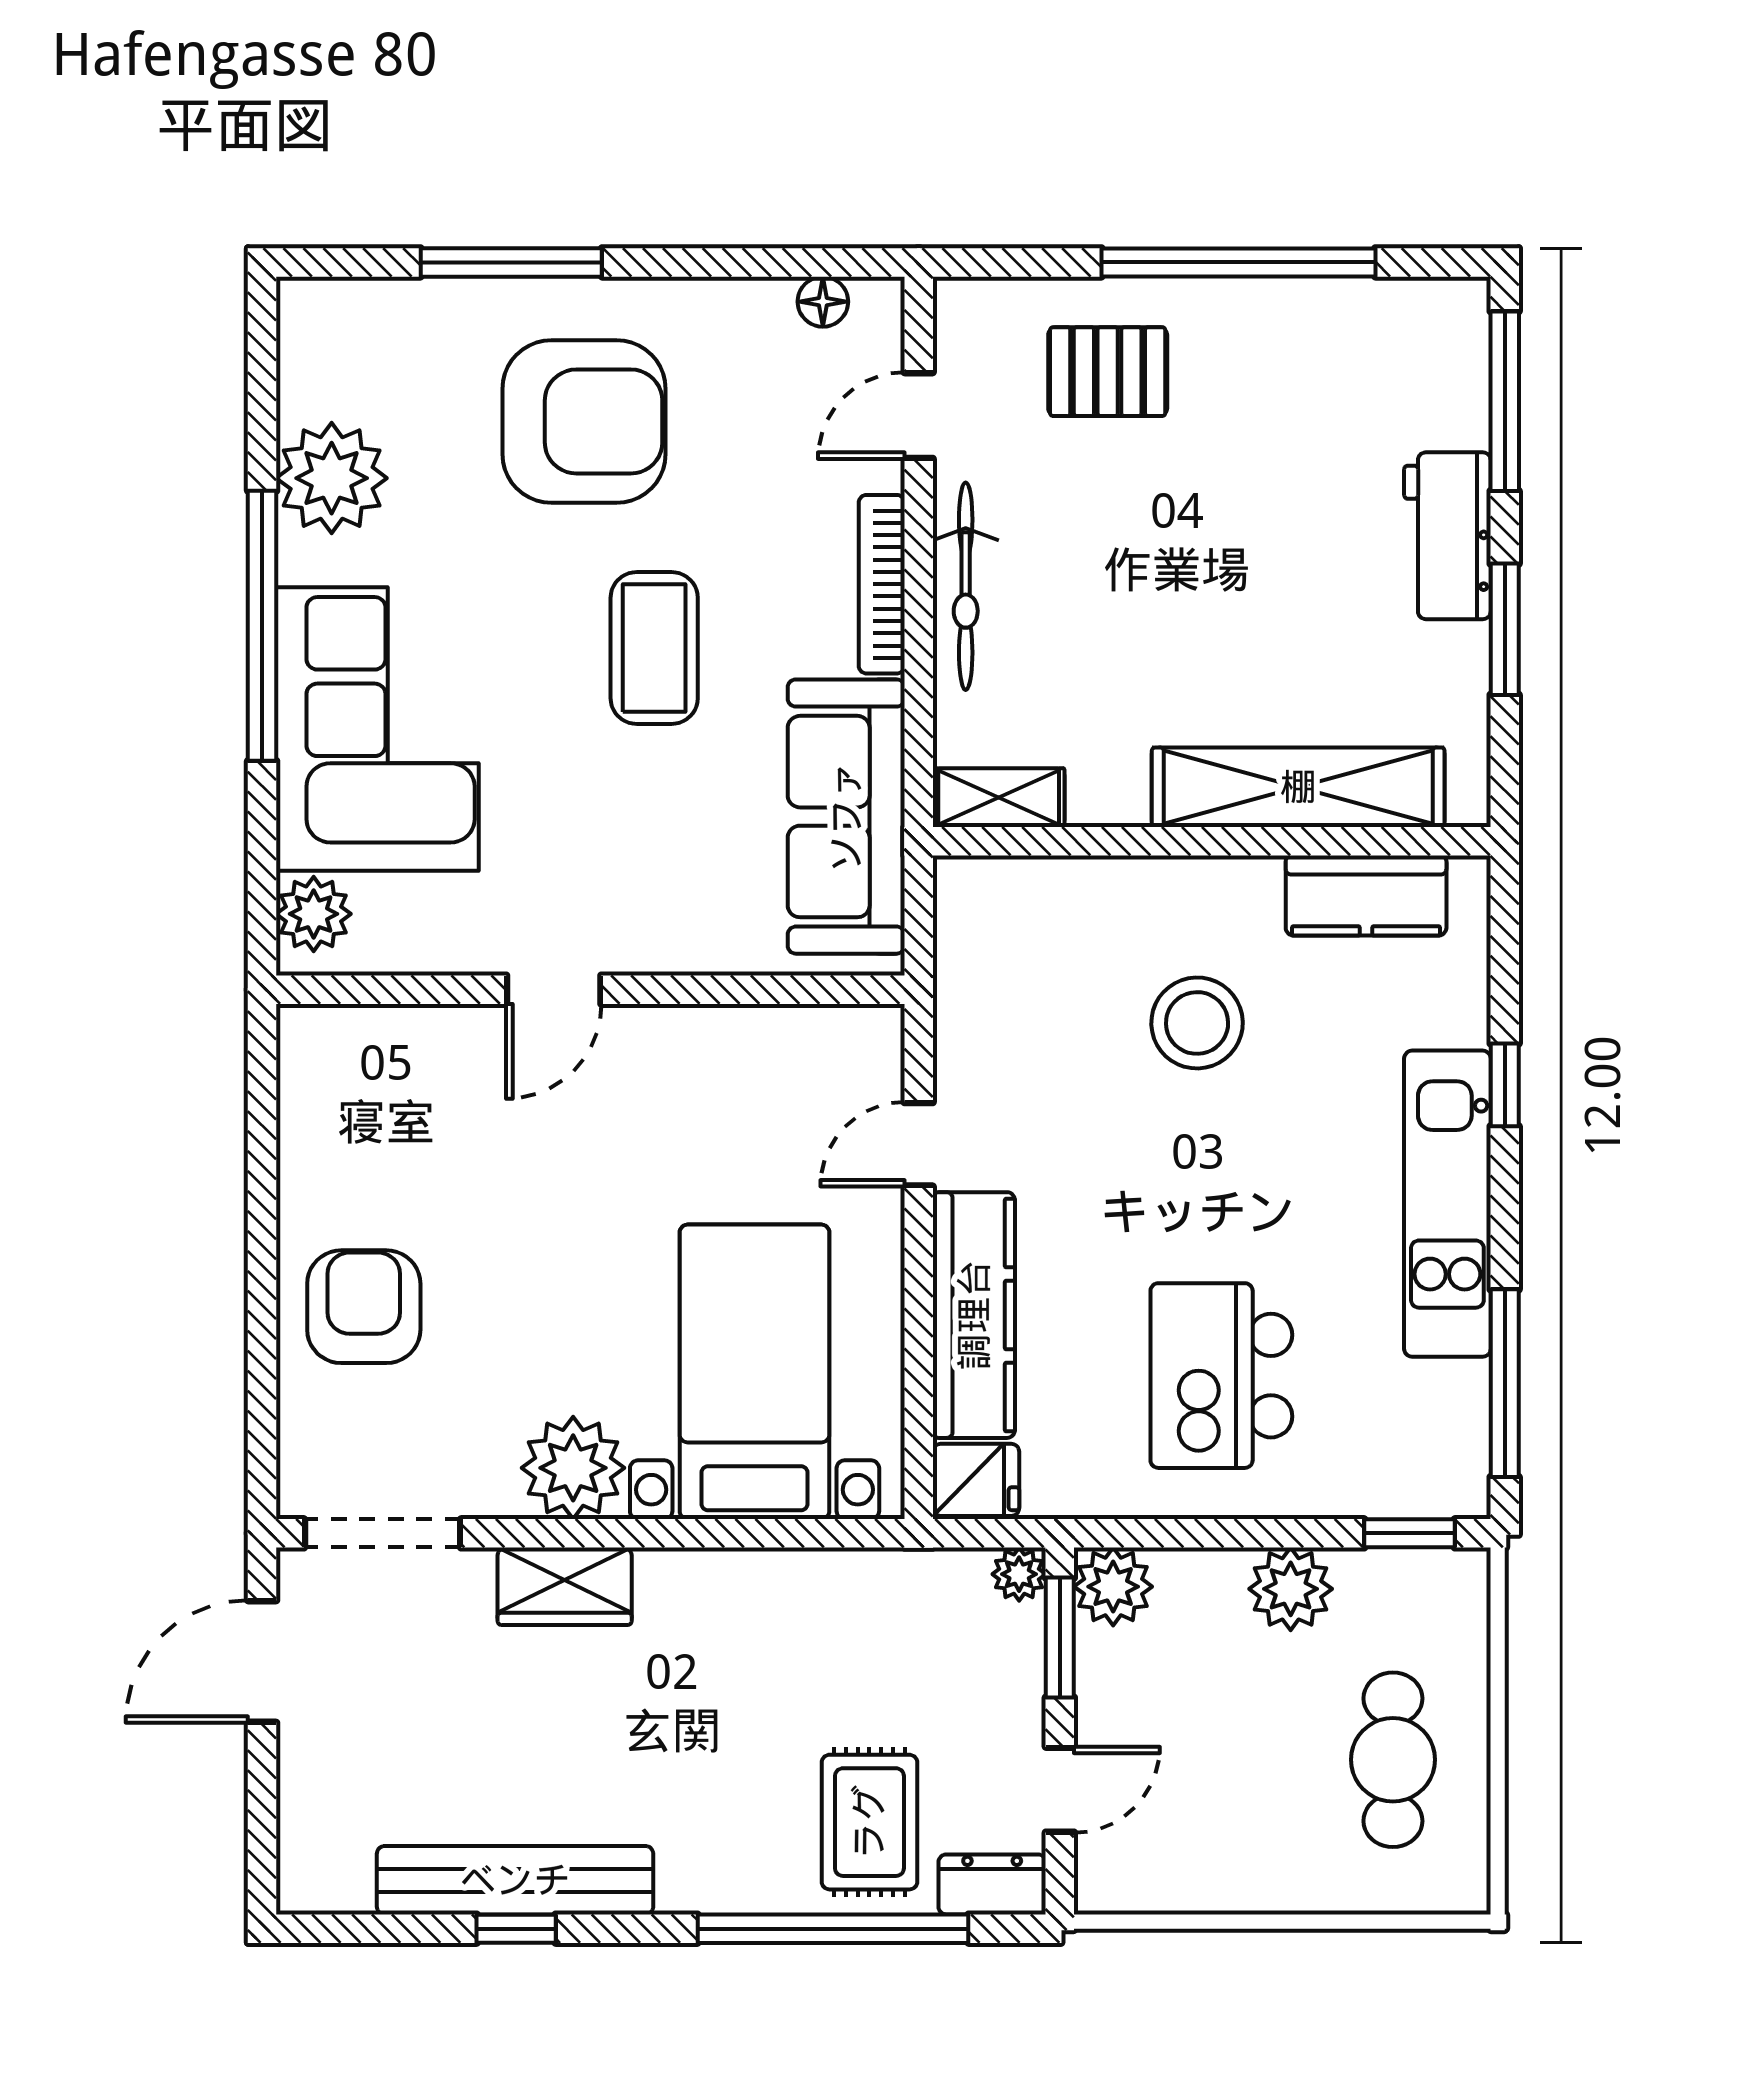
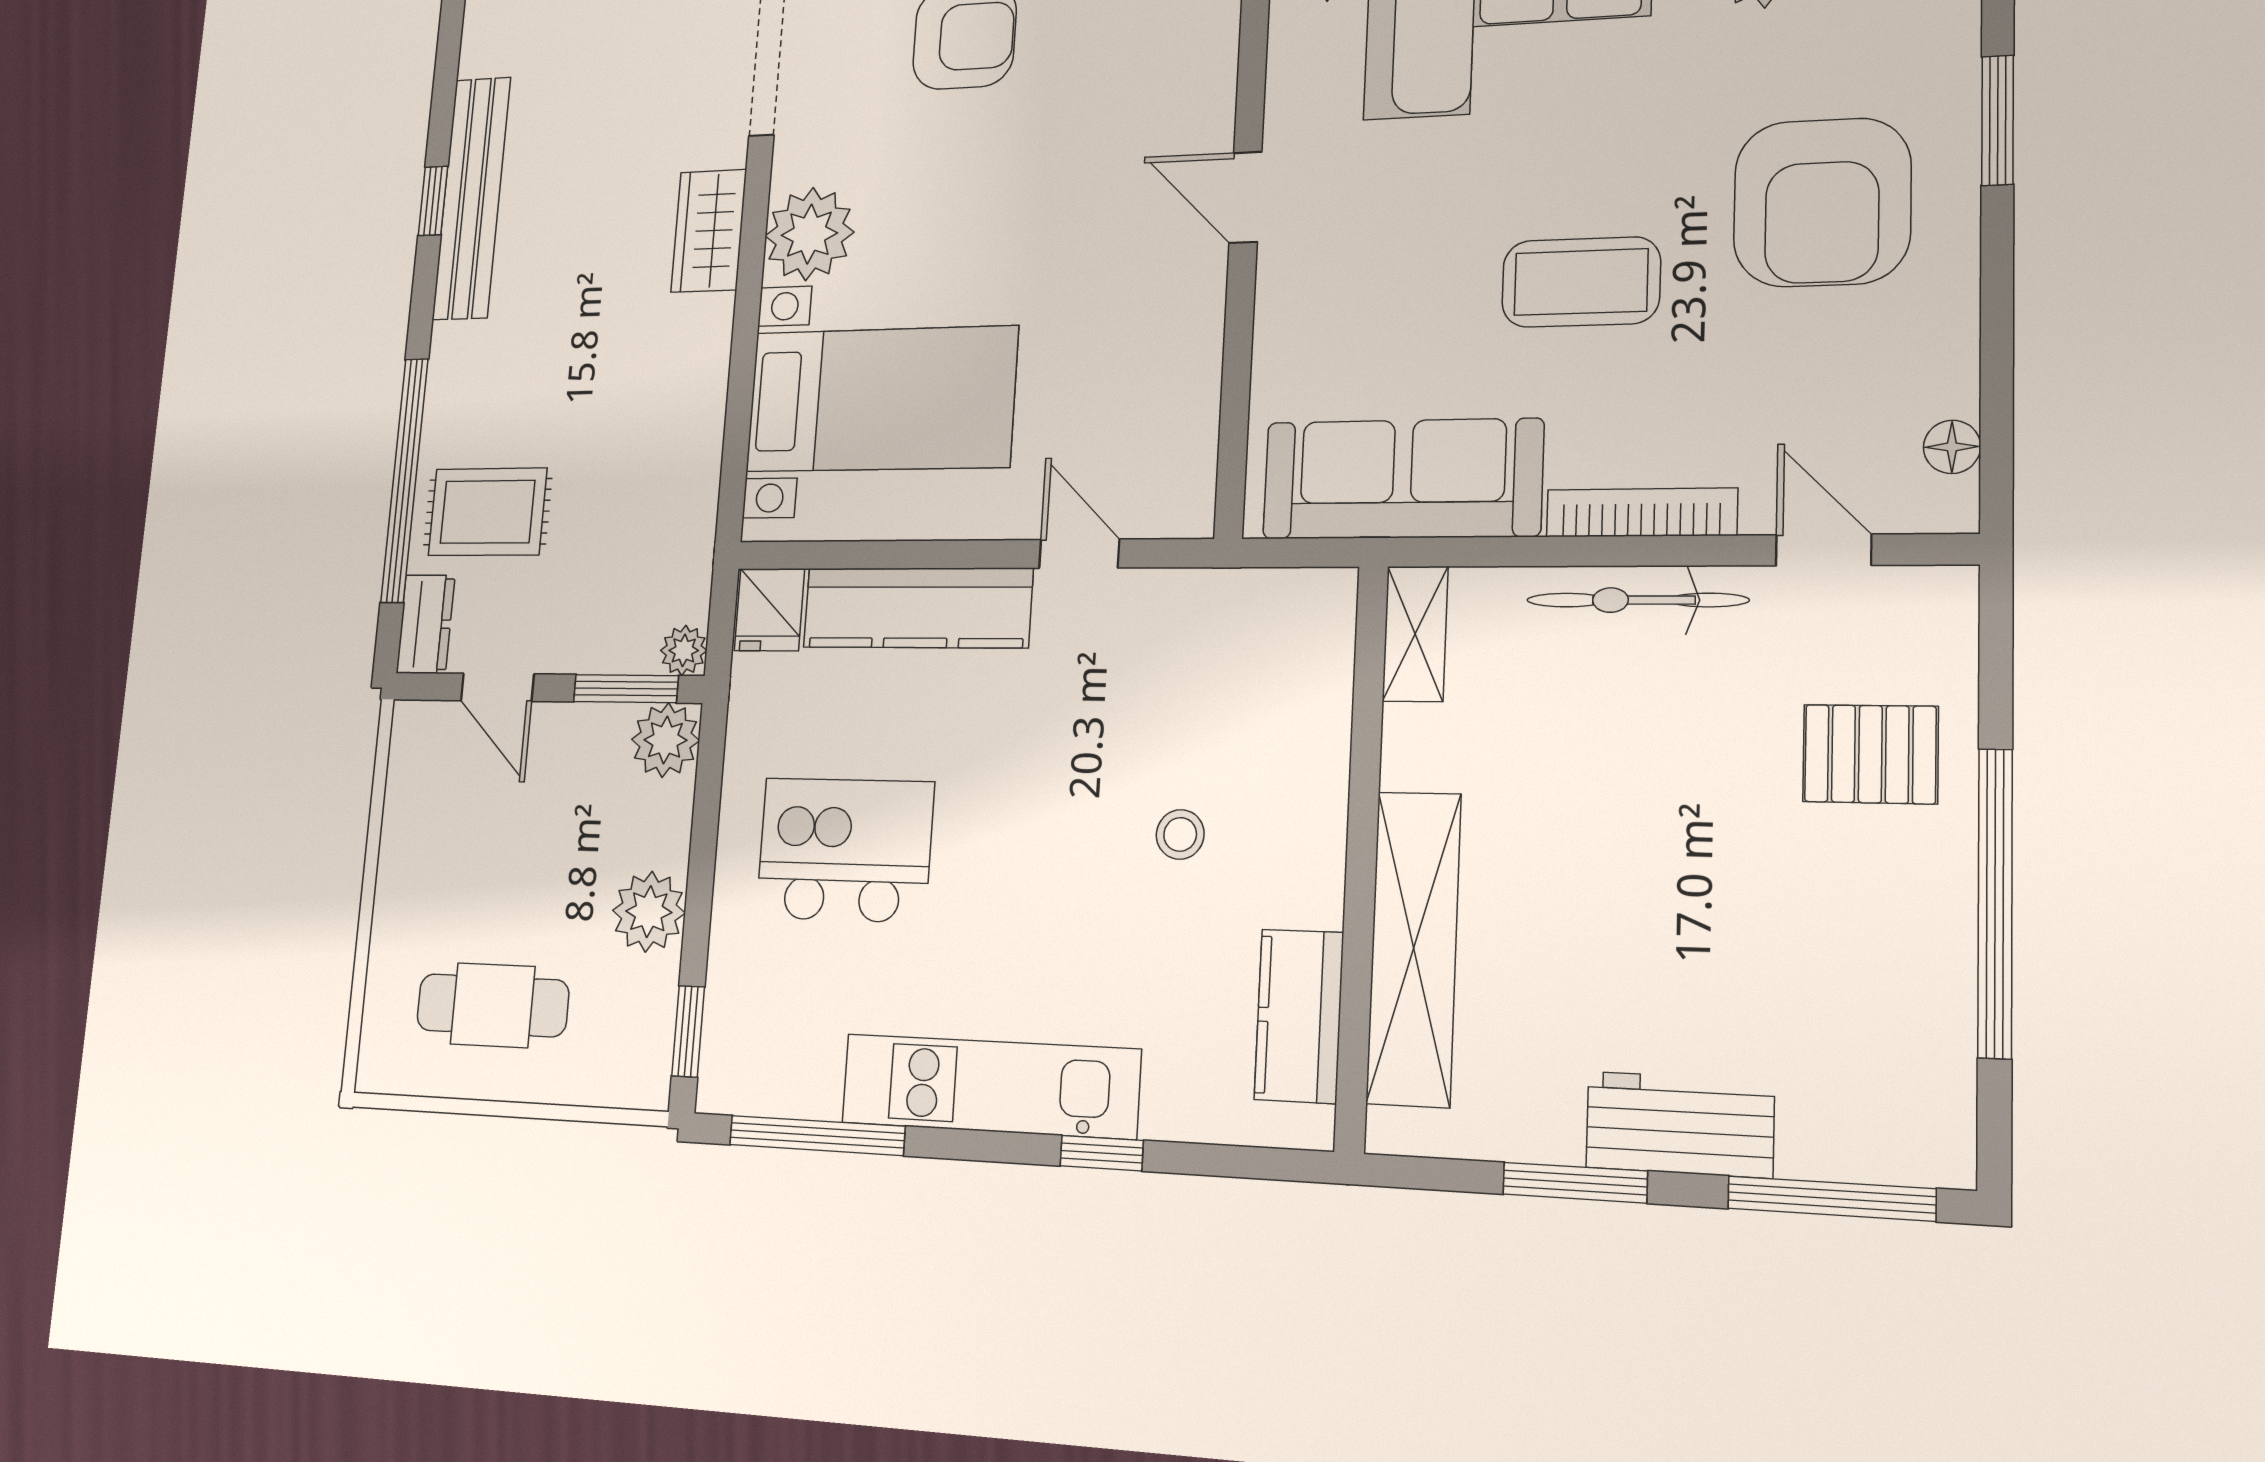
window: (511, 262) -> (1998, 120), width x0.69
pallet: (1108, 372) -> (1870, 754), turned 90
stool: (1197, 1023) -> (1180, 834), width x0.53, depth x0.53

